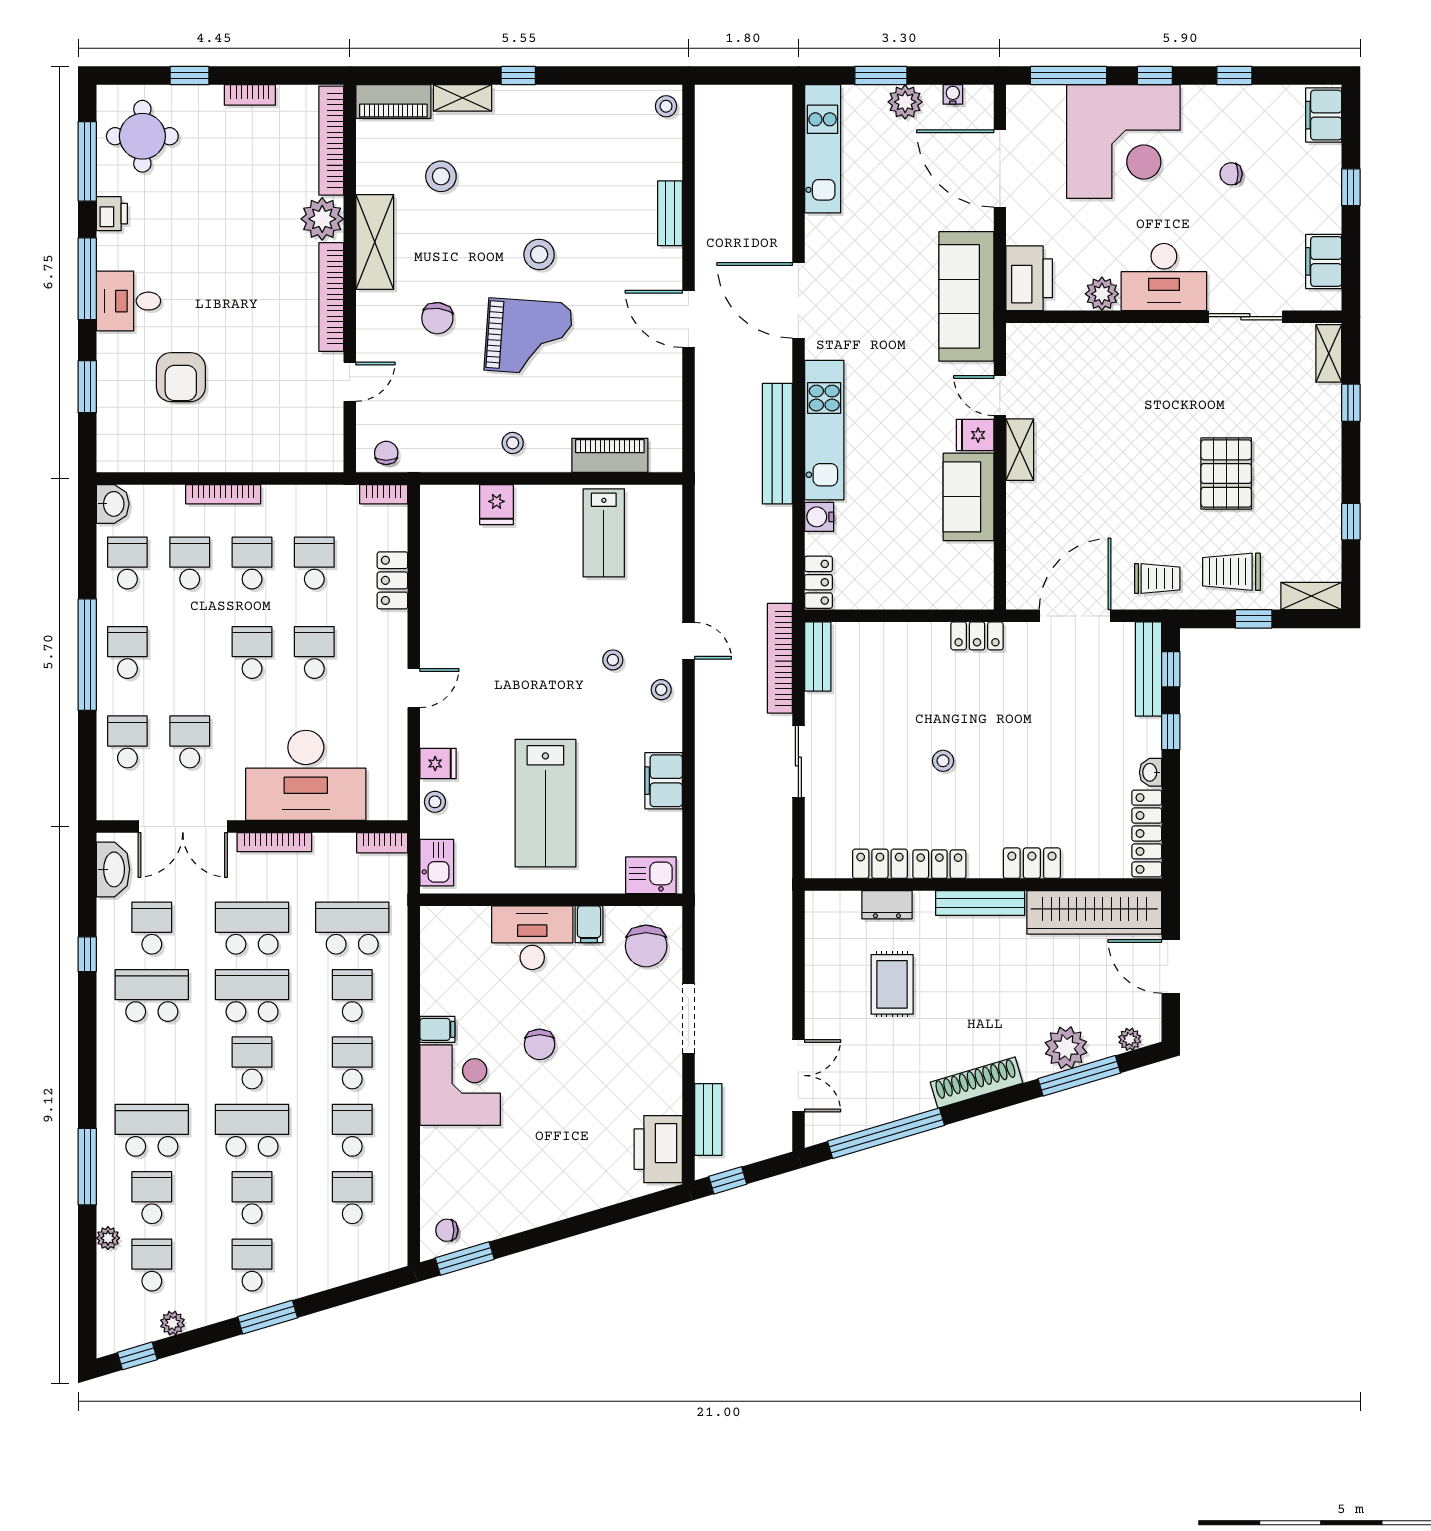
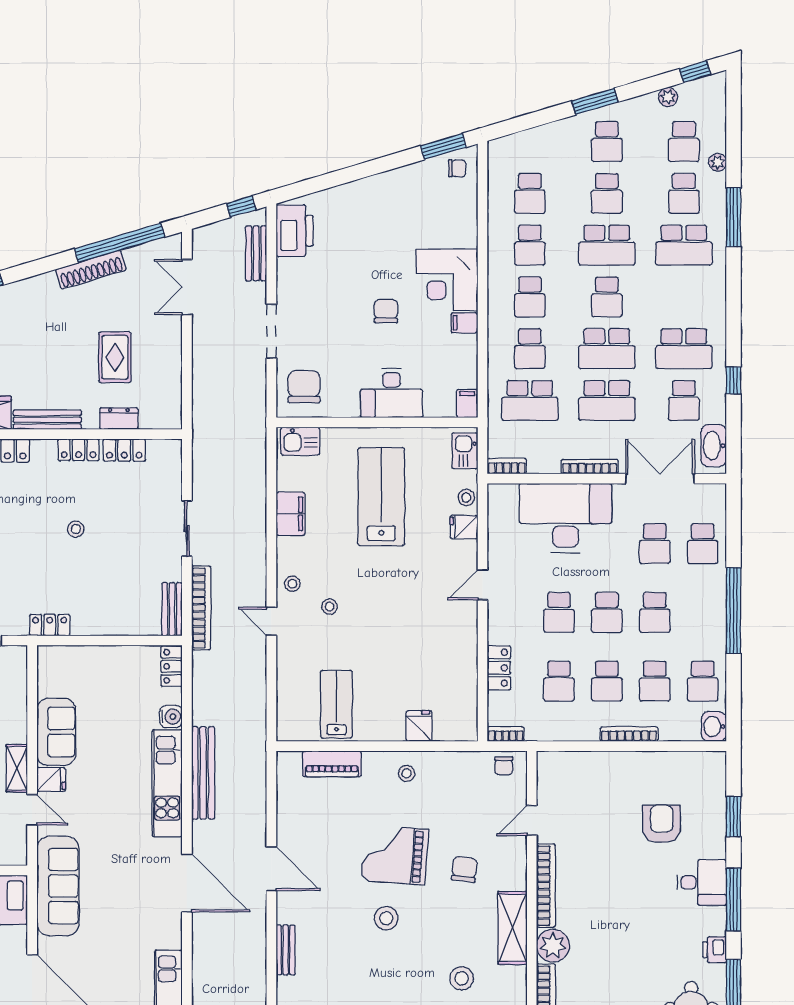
school desk: (127, 652) -> (655, 612), moved
filing cabinet: (589, 924) -> (467, 403), moved
shoe rack: (976, 1083) -> (91, 270), moved

